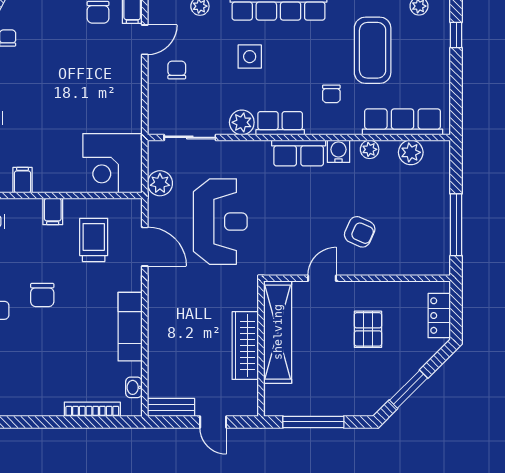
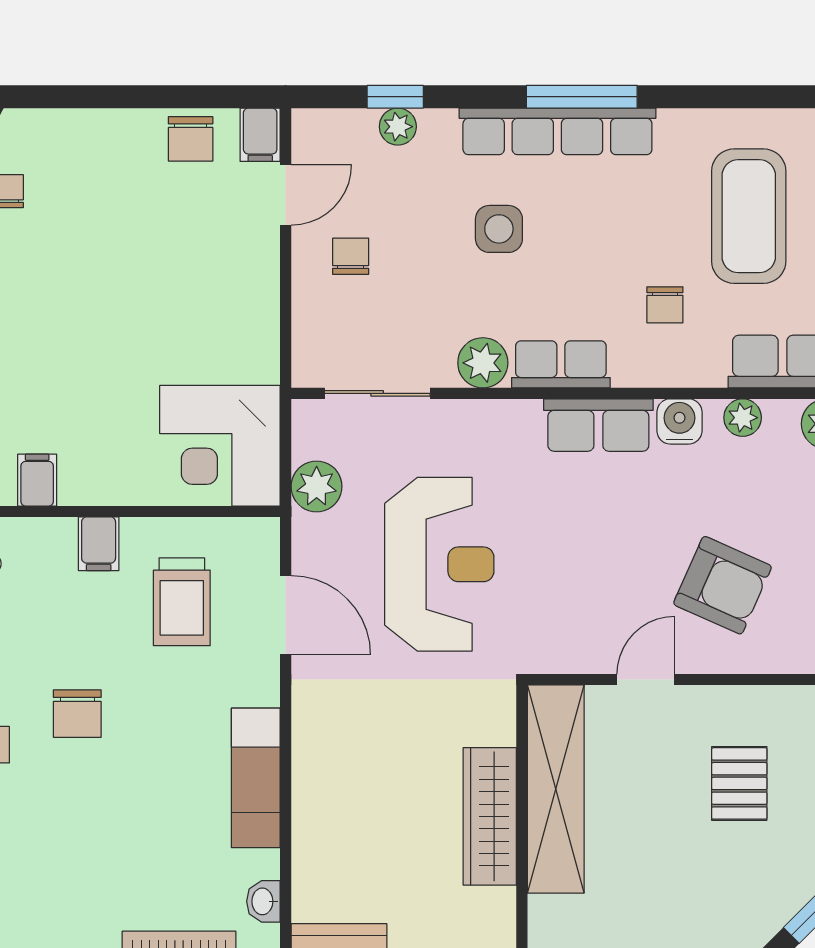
armchair: (360, 232) -> (723, 585), width x1.38, depth x1.38
trolley: (94, 240) -> (182, 602), turned 180

